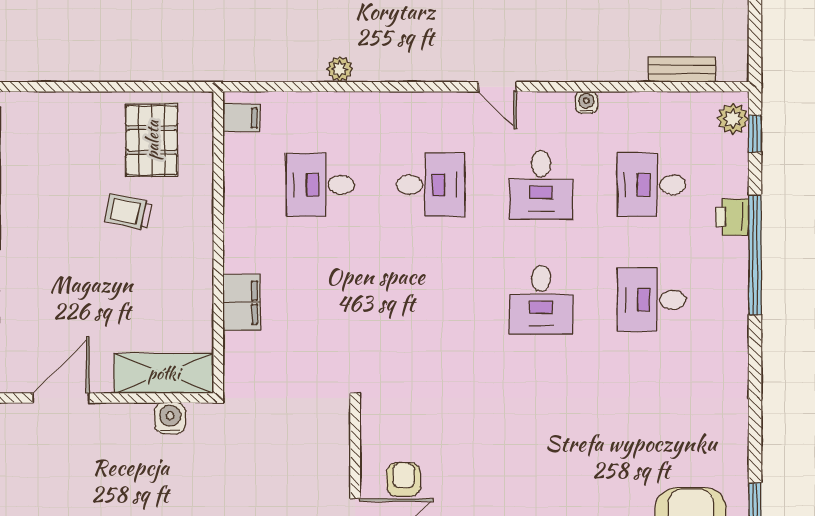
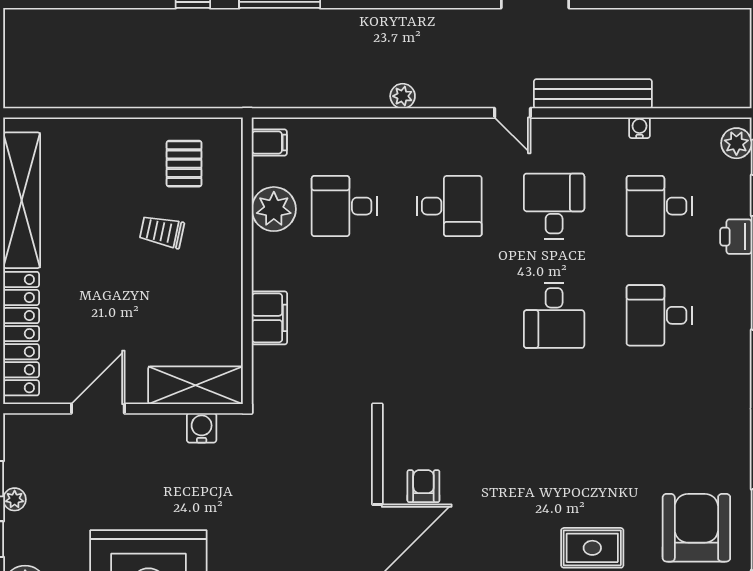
plant: (340, 69) -> (403, 96), moved
bench: (682, 69) -> (593, 94), moved, width x1.86, depth x1.21
water cooler: (586, 102) -> (640, 128), moved
pallet: (152, 140) -> (184, 164), width x0.67, depth x0.71
desk: (541, 185) -> (554, 206), turned 180
plant: (246, 188) -> (274, 209), added

